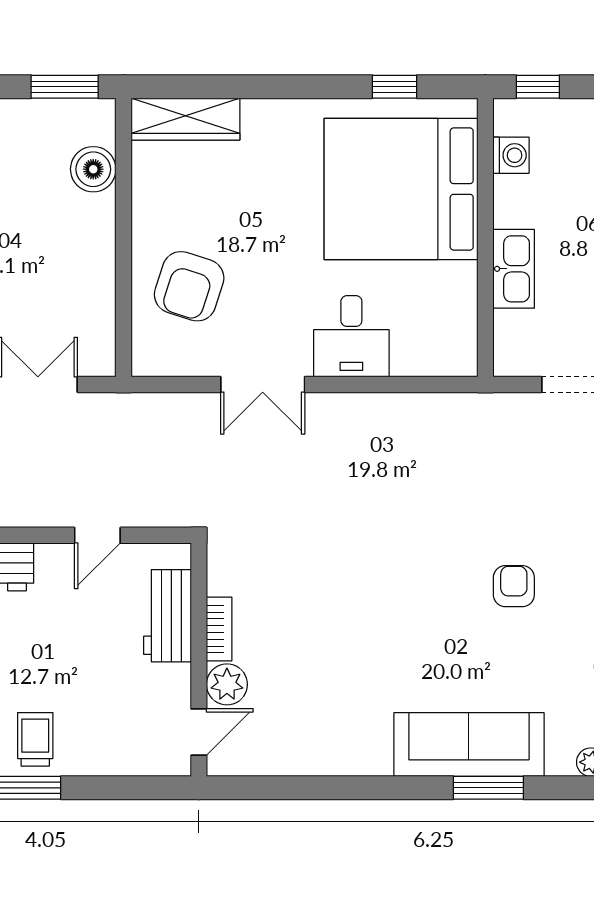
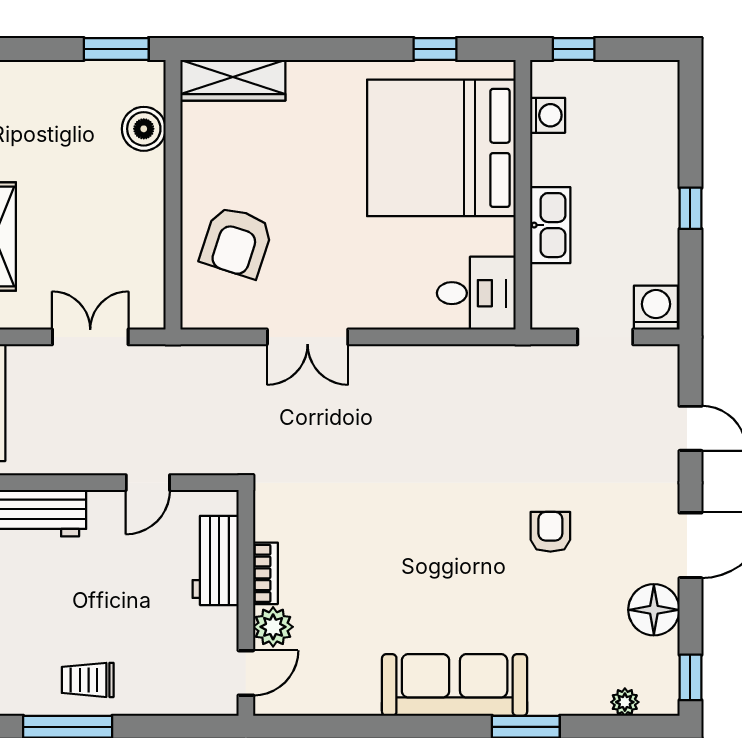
desk: (351, 336) -> (476, 293), moved, turned -90
trolley: (35, 739) -> (88, 680), turned -90
sofa: (469, 745) -> (455, 685), moved

